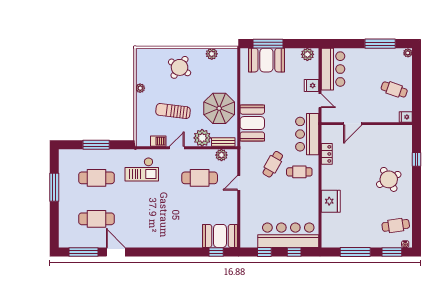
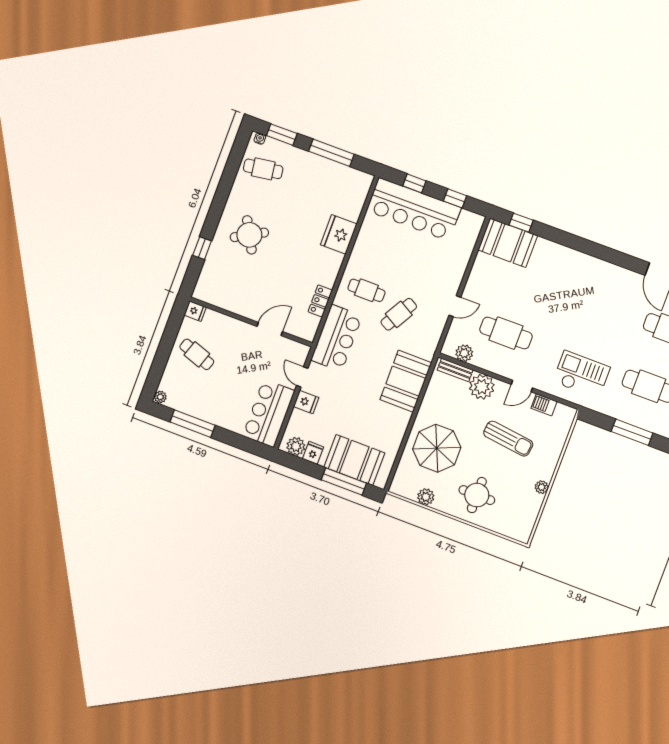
fridge: (295, 54) -> (313, 453), added
round table: (180, 67) -> (477, 495), turned -34
parasol: (219, 108) -> (437, 448), moved

